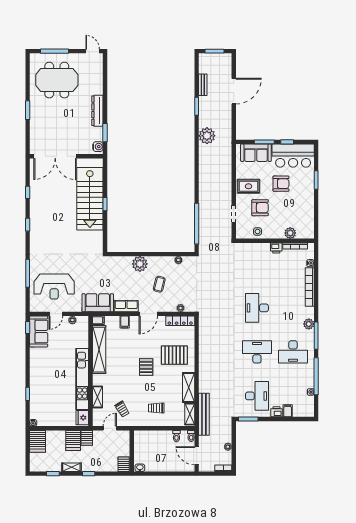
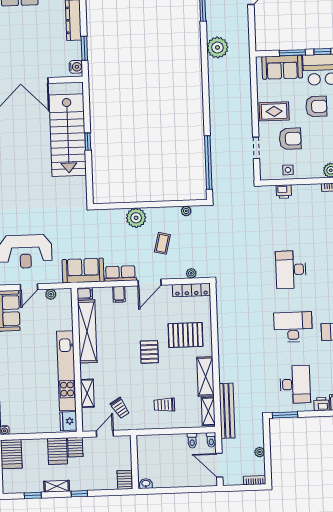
printer: (276, 248) -> (284, 192), moved

